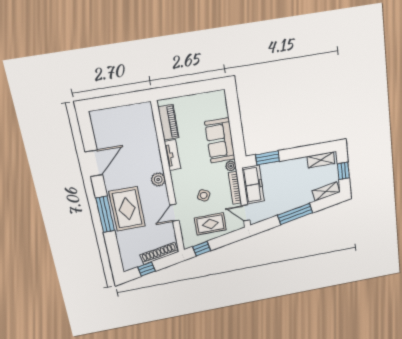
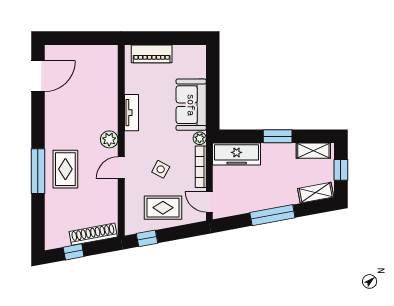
piano: (168, 122) -> (152, 54), moved, turned 90
window: (268, 158) -> (278, 136), moved
door: (94, 163) -> (38, 76), moved
freezer: (253, 185) -> (237, 154), moved, turned 90
rug: (127, 209) -> (65, 169), width x0.73, depth x0.70
door: (174, 213) -> (121, 168), moved

